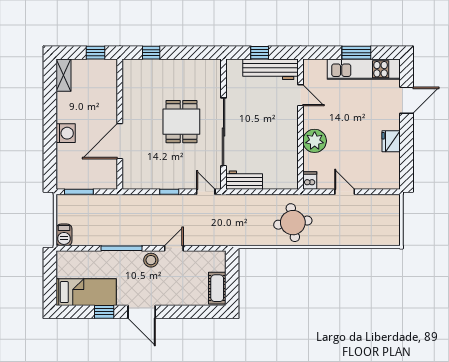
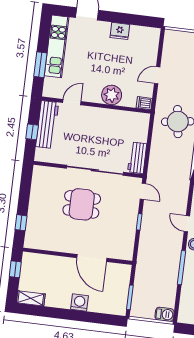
window: (356, 53) -> (40, 65), moved
door: (206, 192) -> (143, 191), swing flipped

